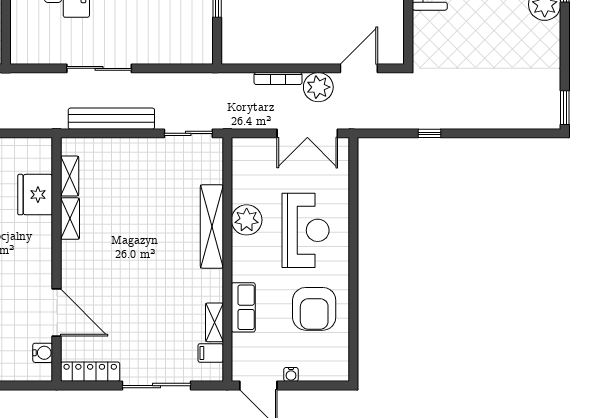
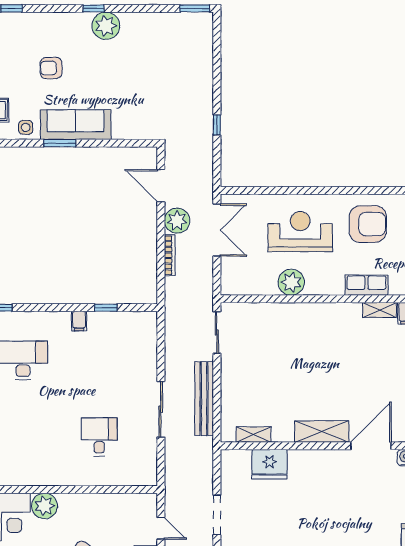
shelving: (70, 219) -> (322, 432), moved, width x1.50, depth x1.33
shelving: (212, 226) -> (297, 312), removed

